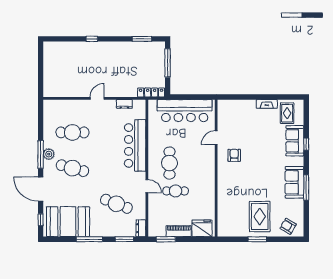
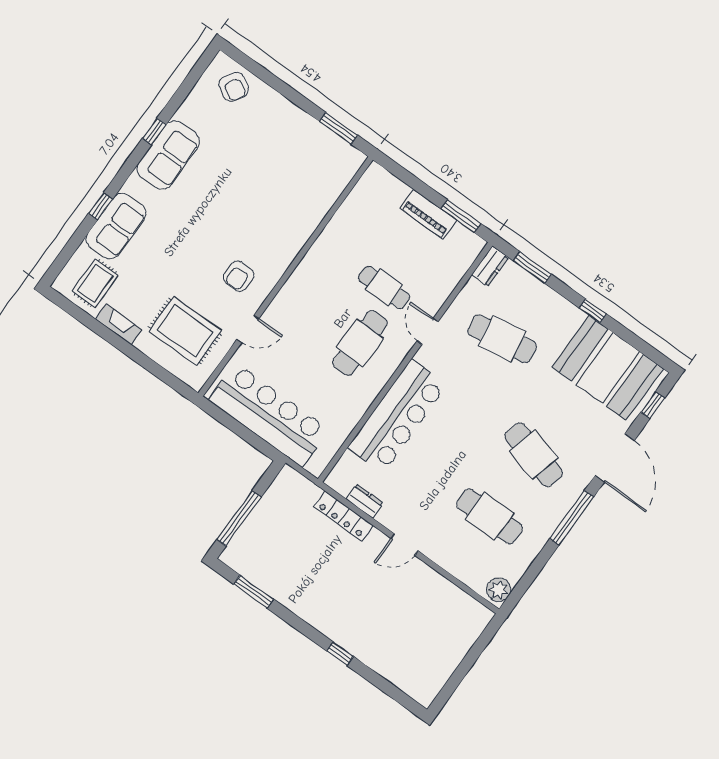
locker: (151, 92) -> (343, 516), moved
plant: (49, 154) -> (499, 590), moved
window: (306, 187) -> (154, 131), width x0.46
cafe table: (116, 204) -> (502, 339), turned -30
rug: (260, 217) -> (185, 331), moved, turned 90
fridge: (202, 228) -> (385, 190), removed
window: (89, 239) -> (593, 311), width x0.46
window: (257, 239) -> (338, 128), moved

